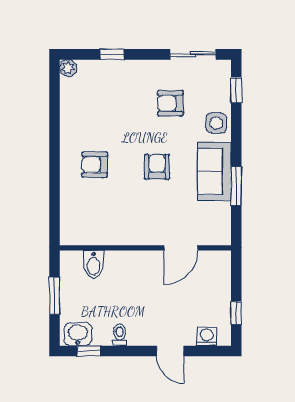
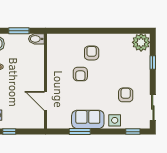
plant: (68, 68) -> (141, 42), width x1.88, depth x1.88
armchair: (157, 167) -> (80, 74), moved, turned 90
bidet: (94, 264) -> (36, 39), moved

